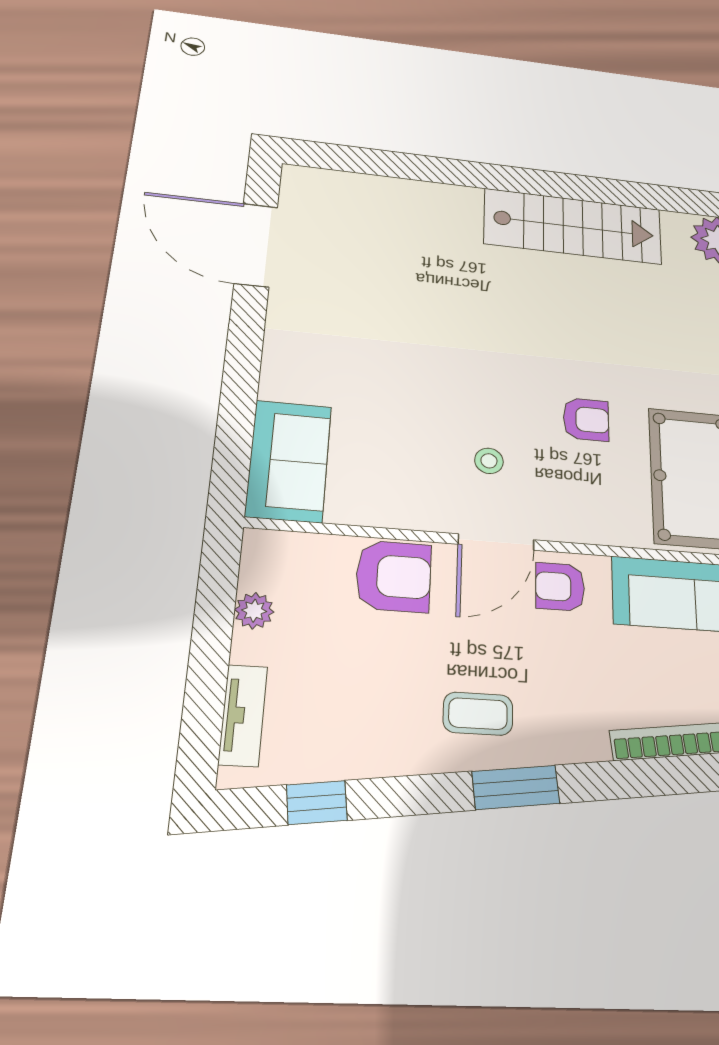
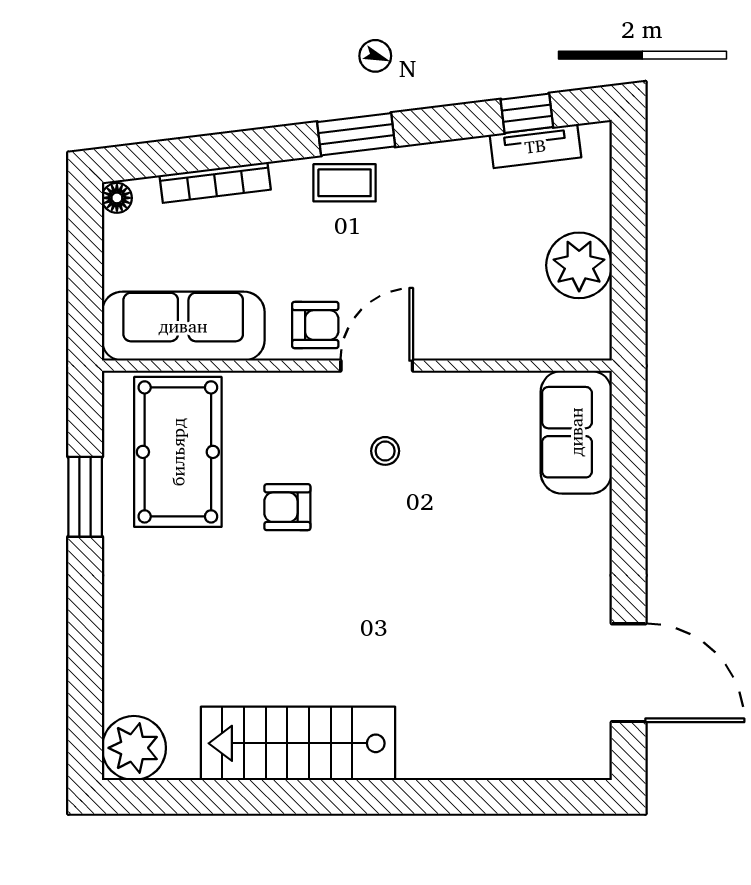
armchair: (394, 576) -> (472, 323), removed
plant: (254, 611) -> (579, 265), width x1.87, depth x1.87
coffee table: (478, 714) -> (345, 183), moved
tv unit: (243, 715) -> (535, 146), moved, turned -97

